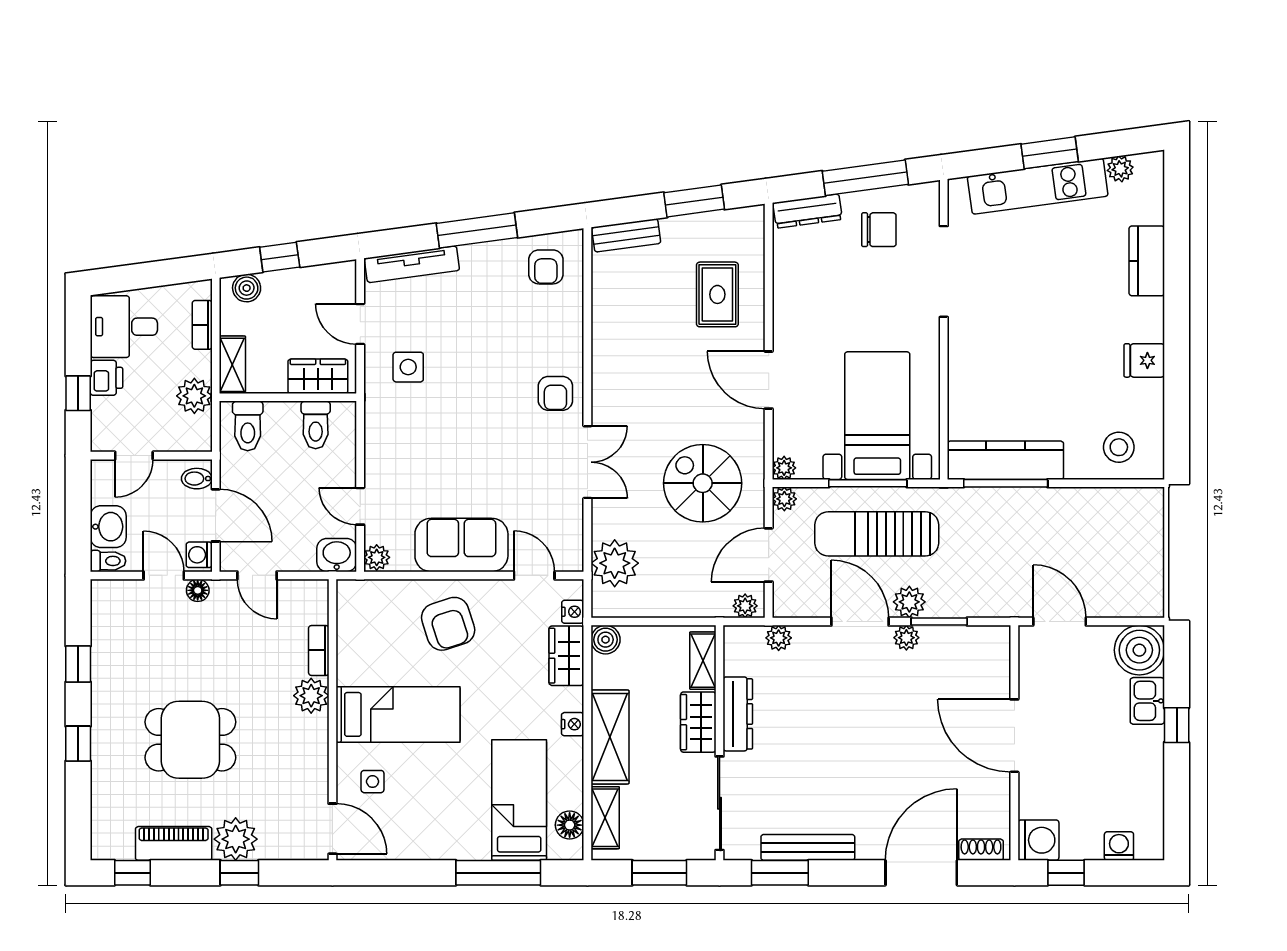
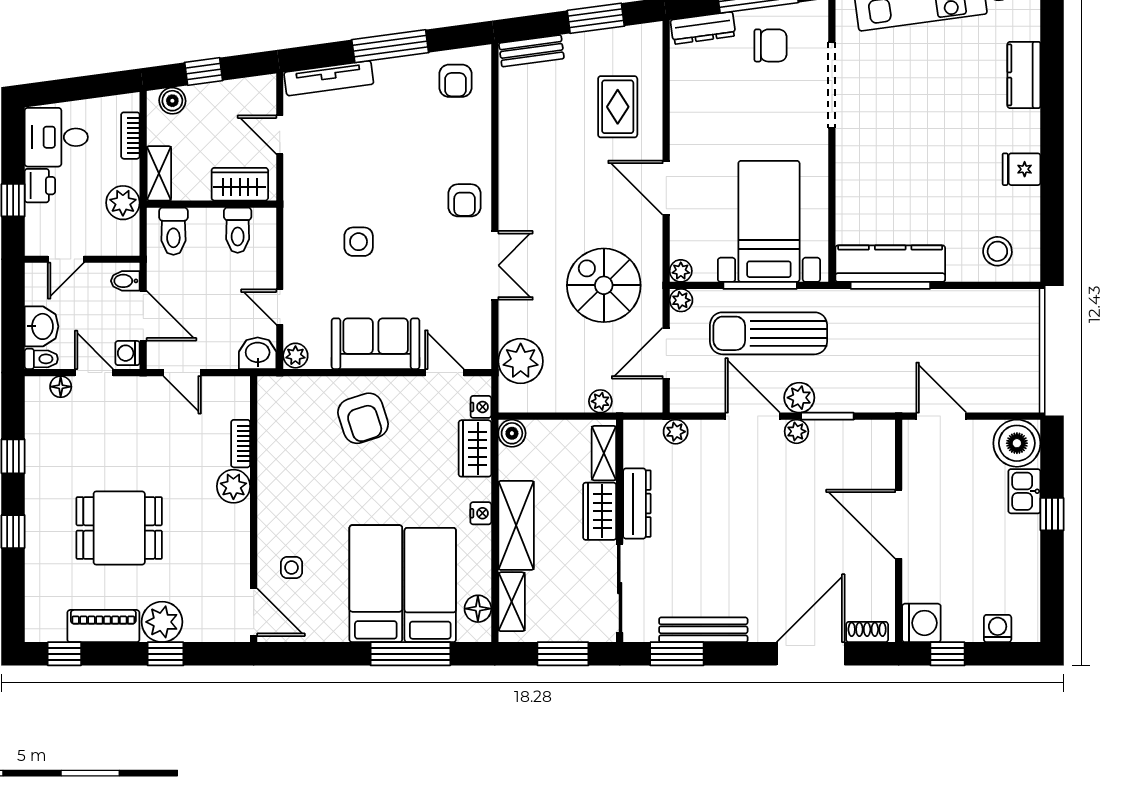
side table: (408, 367) -> (359, 242), moved
floor lamp: (198, 590) -> (61, 387), moved
plant: (745, 606) -> (600, 401), moved
bed: (398, 714) -> (376, 584), moved, turned -90

